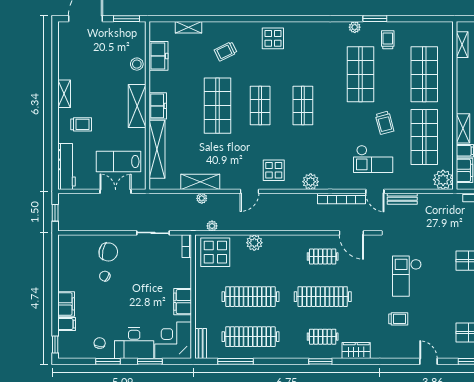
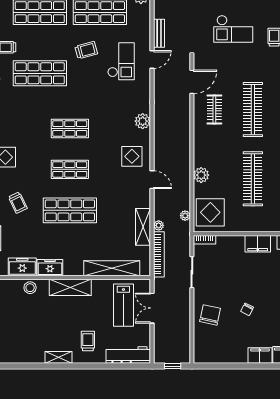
freezer: (158, 106) -> (50, 268), moved
bookcase: (341, 198) -> (159, 254), moved
chair: (105, 276) -> (247, 309), moved

